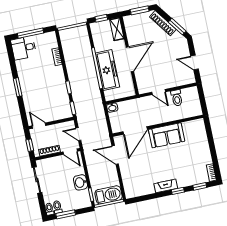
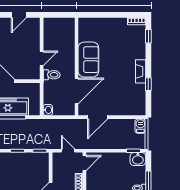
toilet: (177, 98) -> (52, 75), moved
door: (135, 130) -> (77, 91), hinge flipped
door: (78, 134) -> (68, 151), swing flipped
washbasin: (80, 182) -> (138, 159), moved
window: (178, 191) -> (148, 84), moved
barbecue: (109, 195) -> (140, 126), width x0.53, depth x0.65

